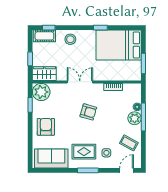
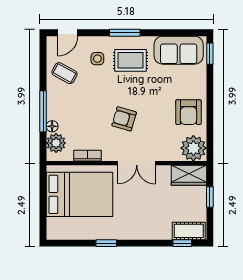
stool: (70, 39) -> (151, 226), removed
bed: (119, 45) -> (79, 194), moved
window: (143, 63) -> (43, 190), removed
window: (30, 105) -> (210, 54), moved
plant: (135, 118) -> (56, 143), moved
armchair: (46, 127) -> (188, 112), moved

